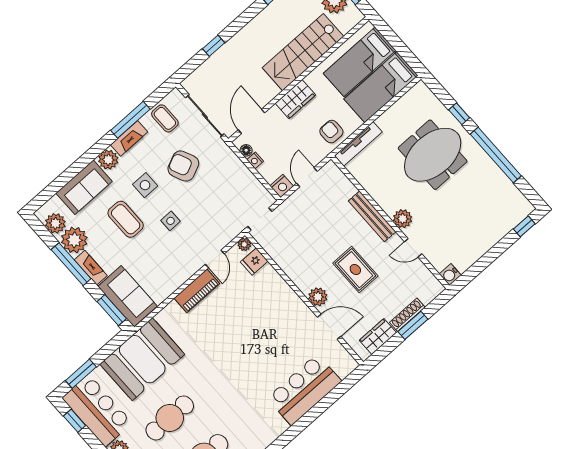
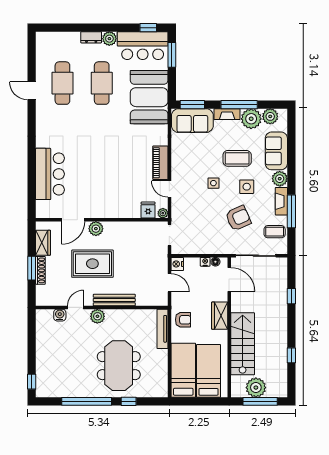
rug: (355, 270) -> (92, 264), width x1.36, depth x1.43
water cooler: (450, 275) -> (60, 315), moved

